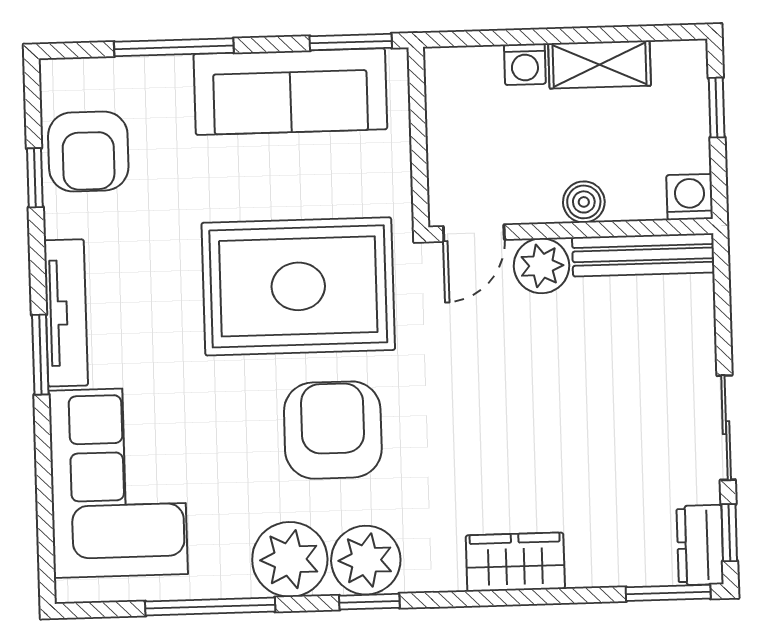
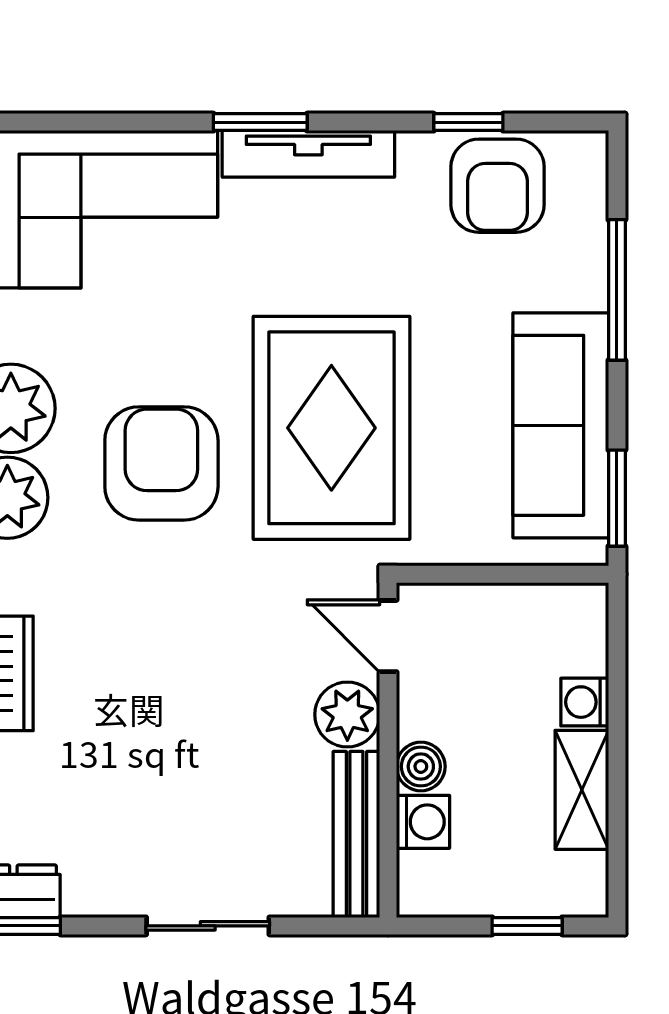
armchair: (88, 151) -> (498, 186), turned -90
washing machine: (690, 197) -> (423, 822), moved
sliding door: (726, 428) -> (208, 926), moved
armchair: (333, 430) -> (161, 463), turned -90

